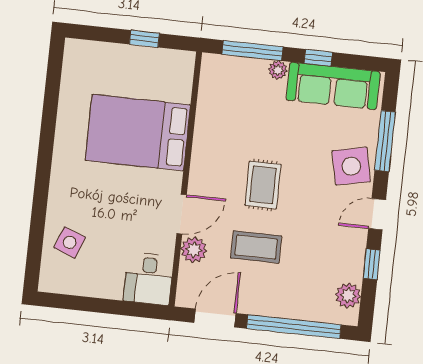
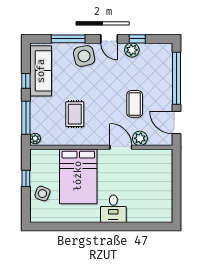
plant: (278, 70) -> (35, 139), moved
rug: (263, 185) -> (75, 114), moved, turned 90
side table: (70, 242) -> (42, 194), moved
desk: (149, 279) -> (113, 209), moved, turned 90
plant: (348, 295) -> (132, 50), moved

